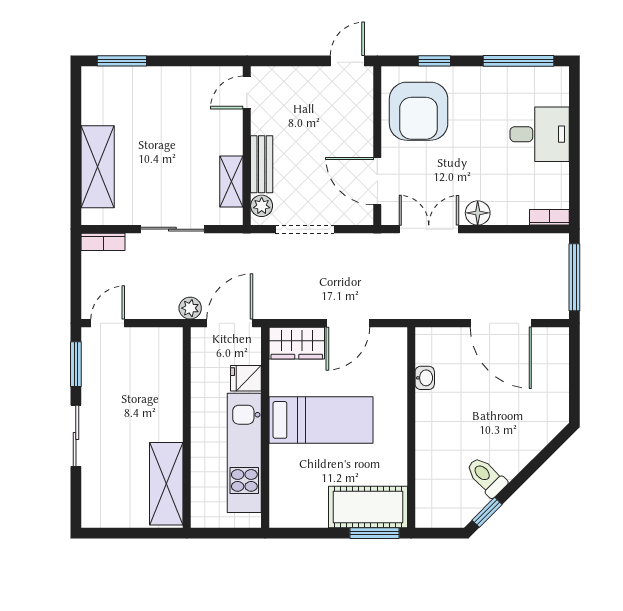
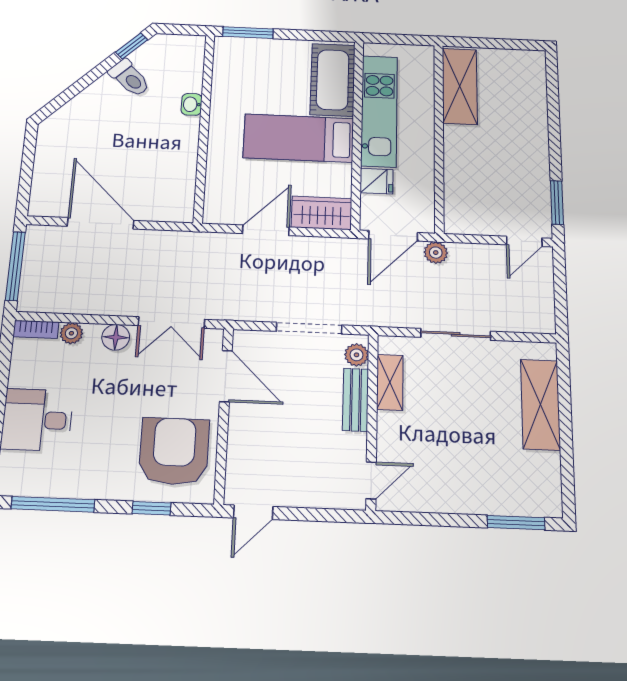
plant: (517, 215) -> (71, 333), added
bookcase: (103, 242) -> (532, 324), removed
washbasin: (425, 378) -> (192, 104), moved
sliding door: (76, 436) -> (554, 134), removed
cot: (368, 507) -> (333, 80), moved, turned 90

